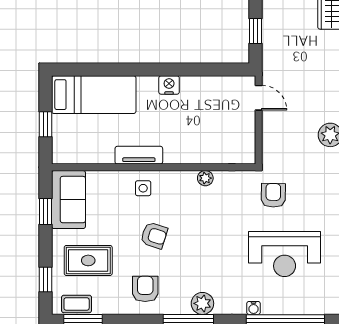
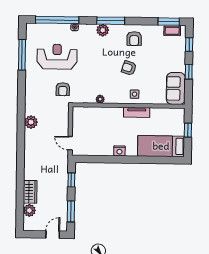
window: (45, 211) -> (189, 72), moved
rug: (88, 260) -> (165, 55), removed

